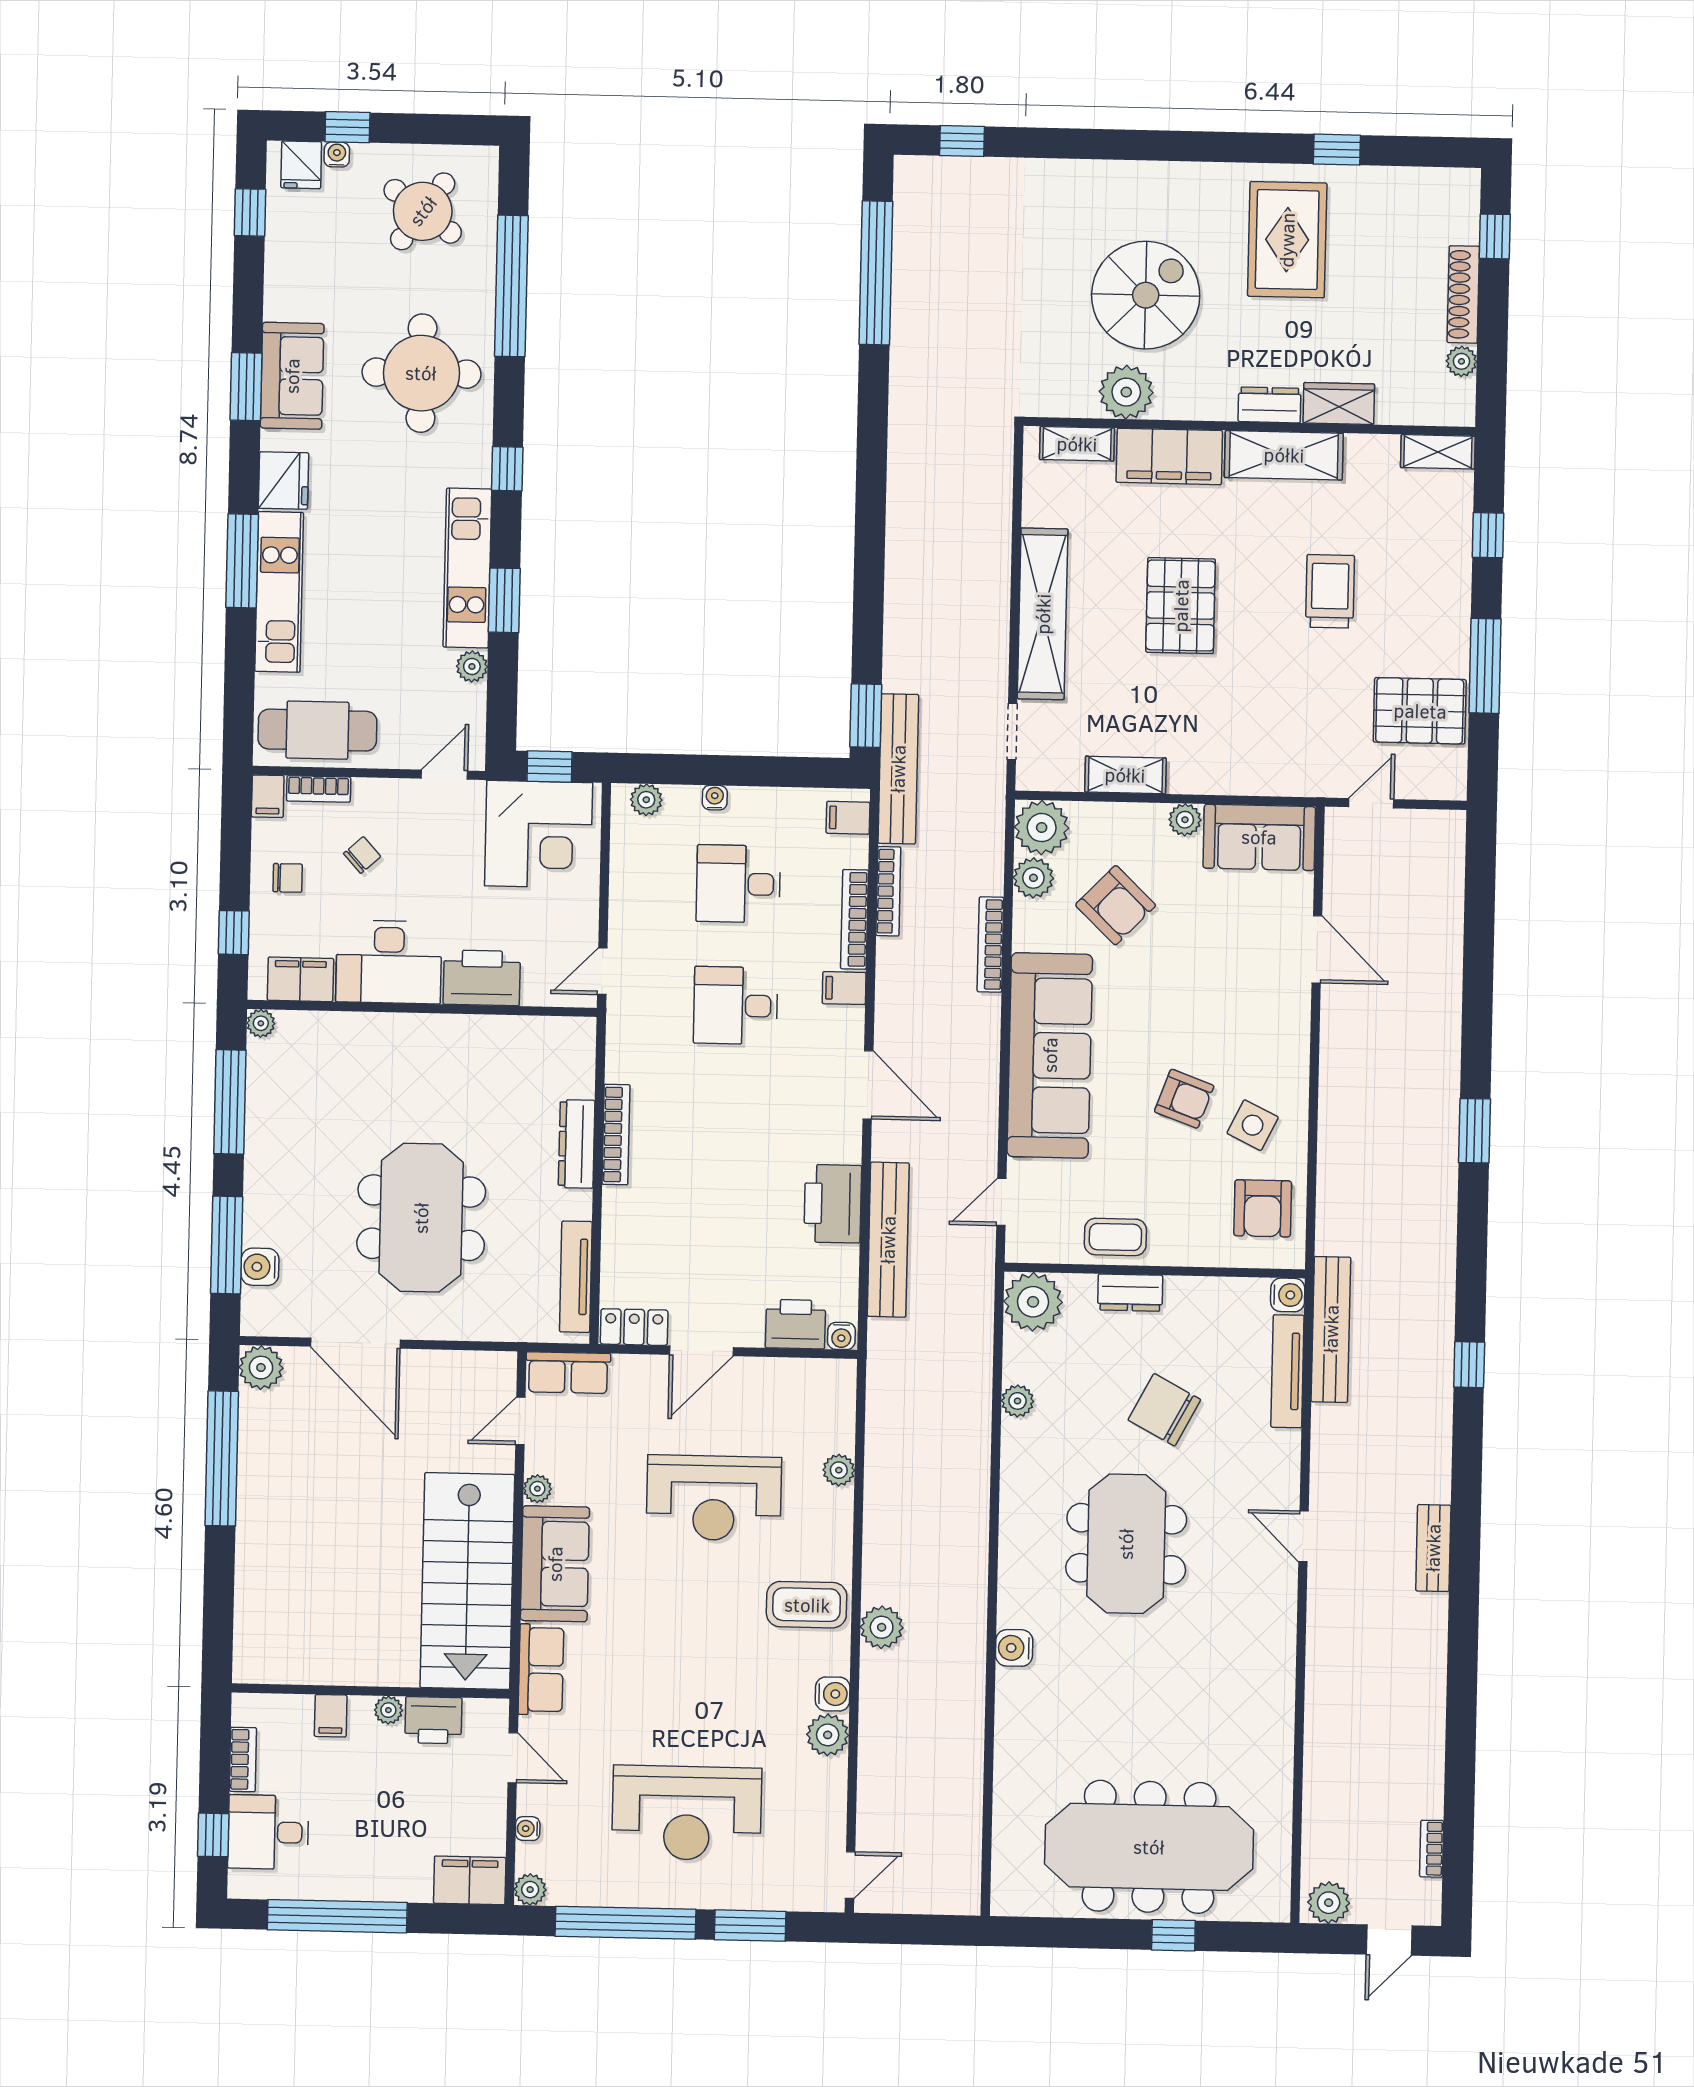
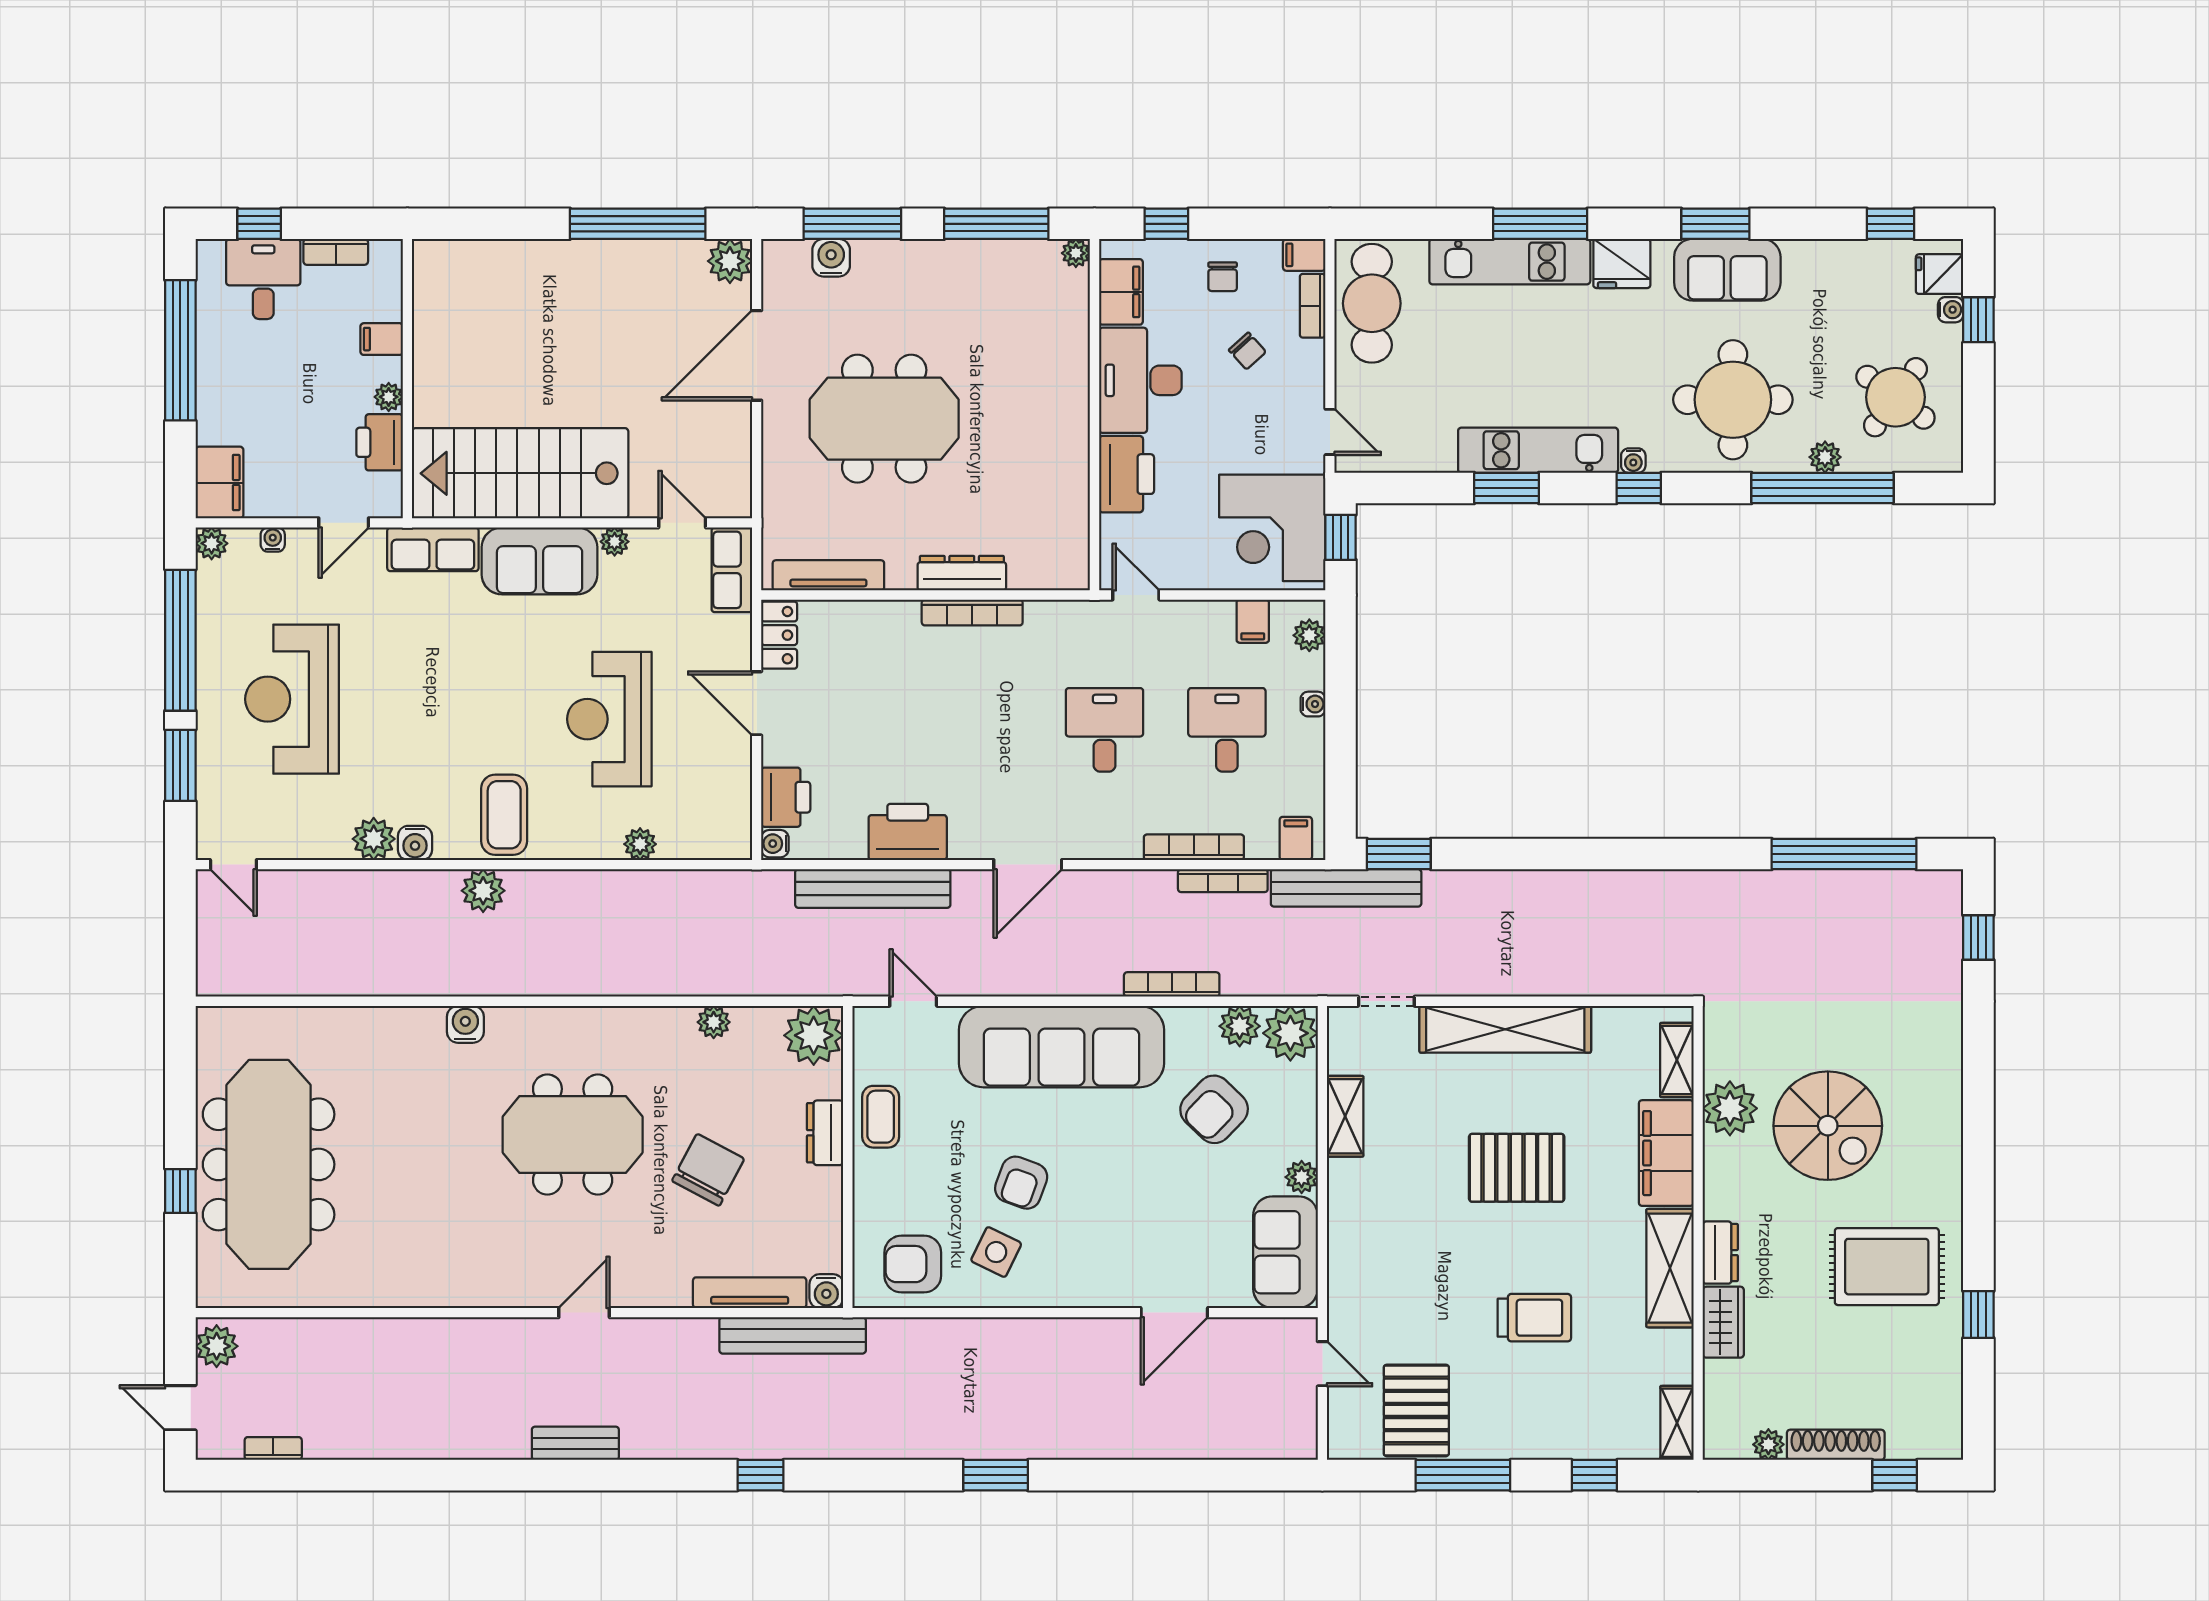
water cooler: (480, 474) -> (1633, 461), added
plant: (472, 666) -> (1825, 457), moved
filing cabinet: (844, 988) -> (1253, 621), moved, turned 180

